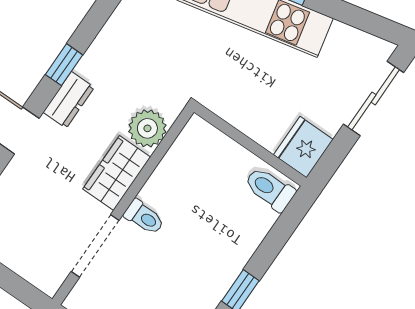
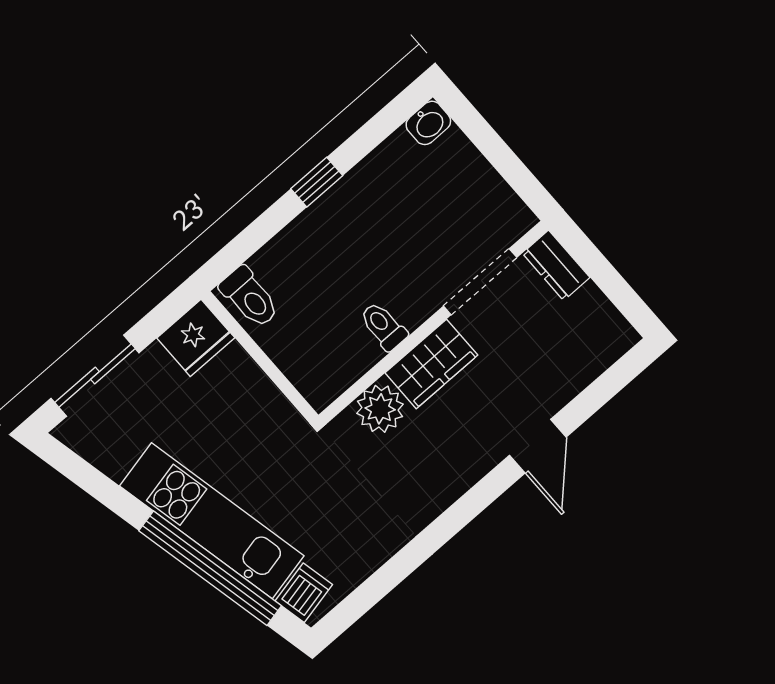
window: (64, 65) -> (462, 512), removed
dresser: (69, 100) -> (556, 265), moved, turned -90
toilet: (144, 217) -> (383, 326), moved

